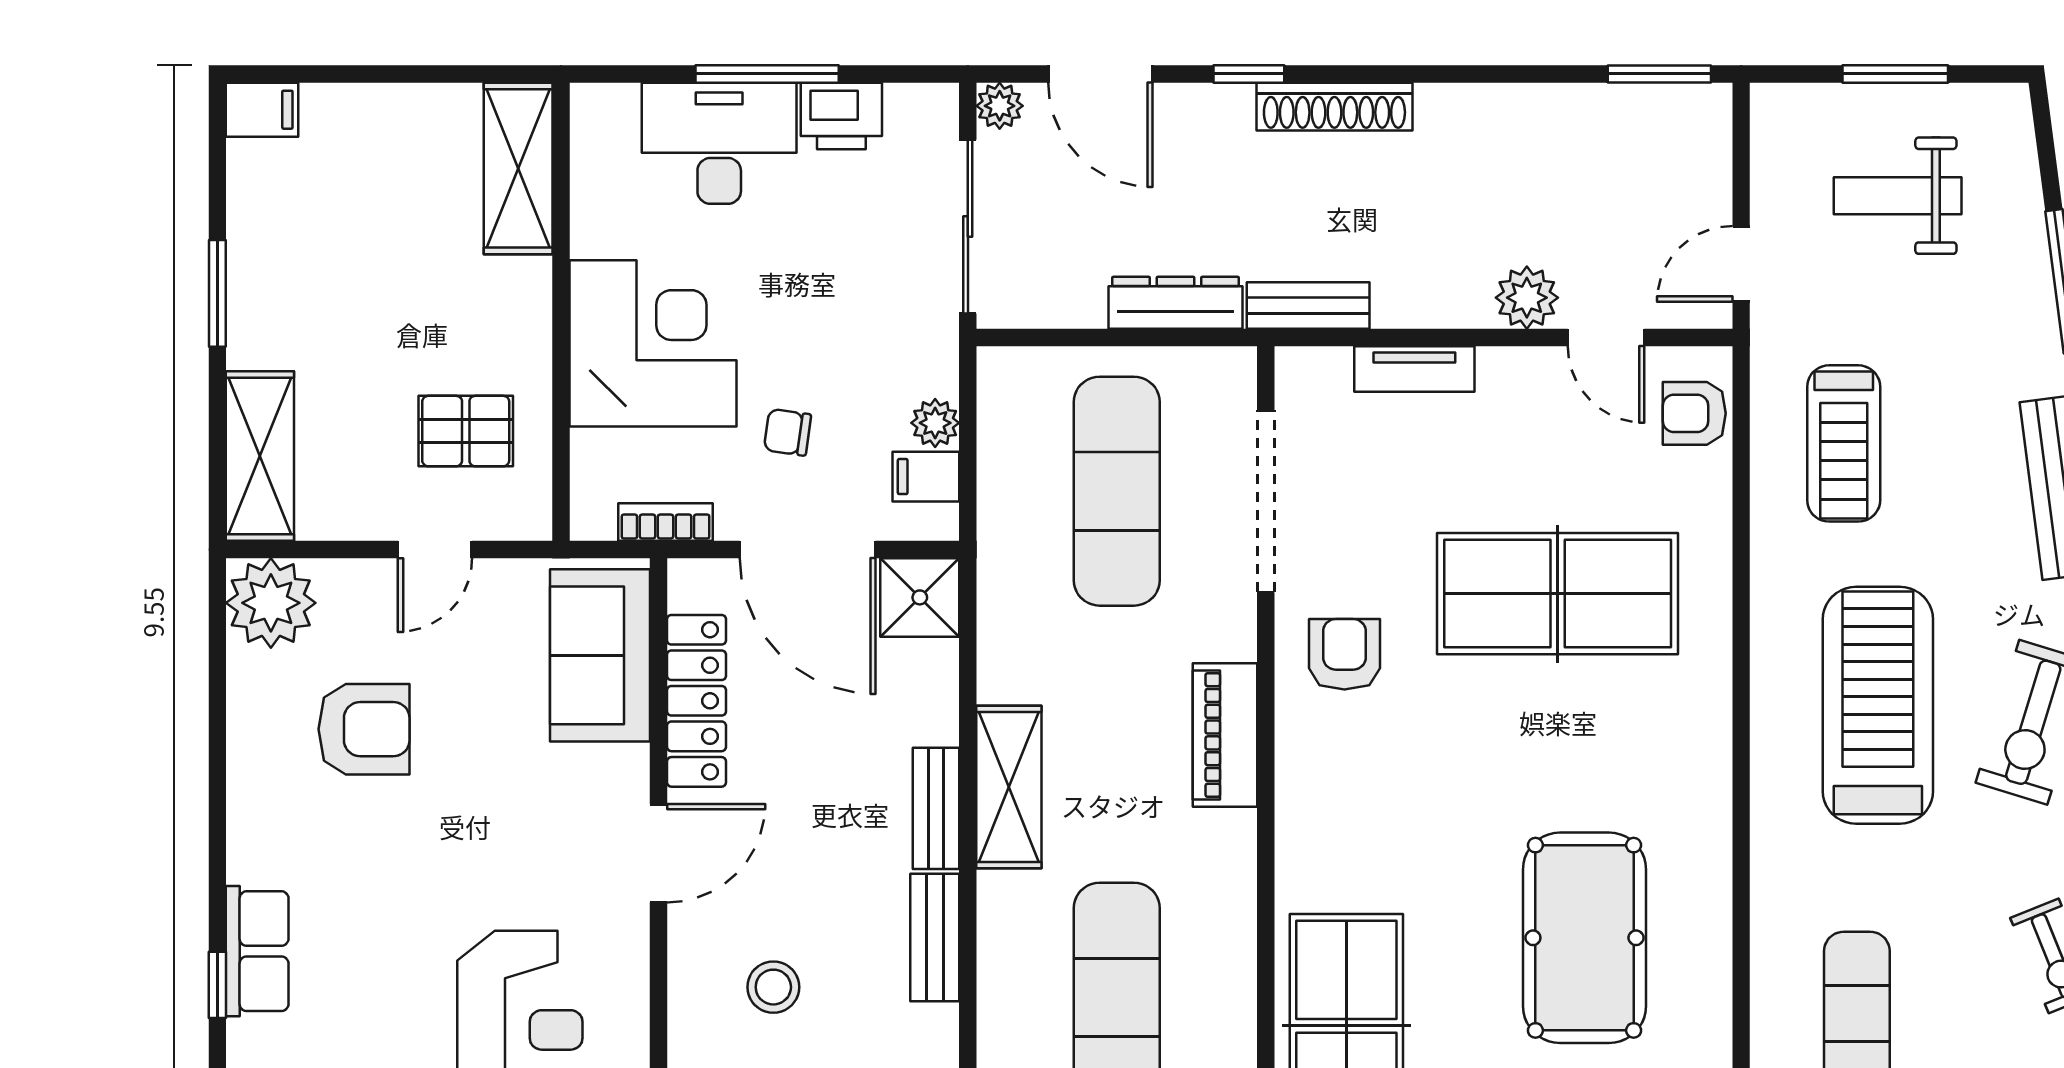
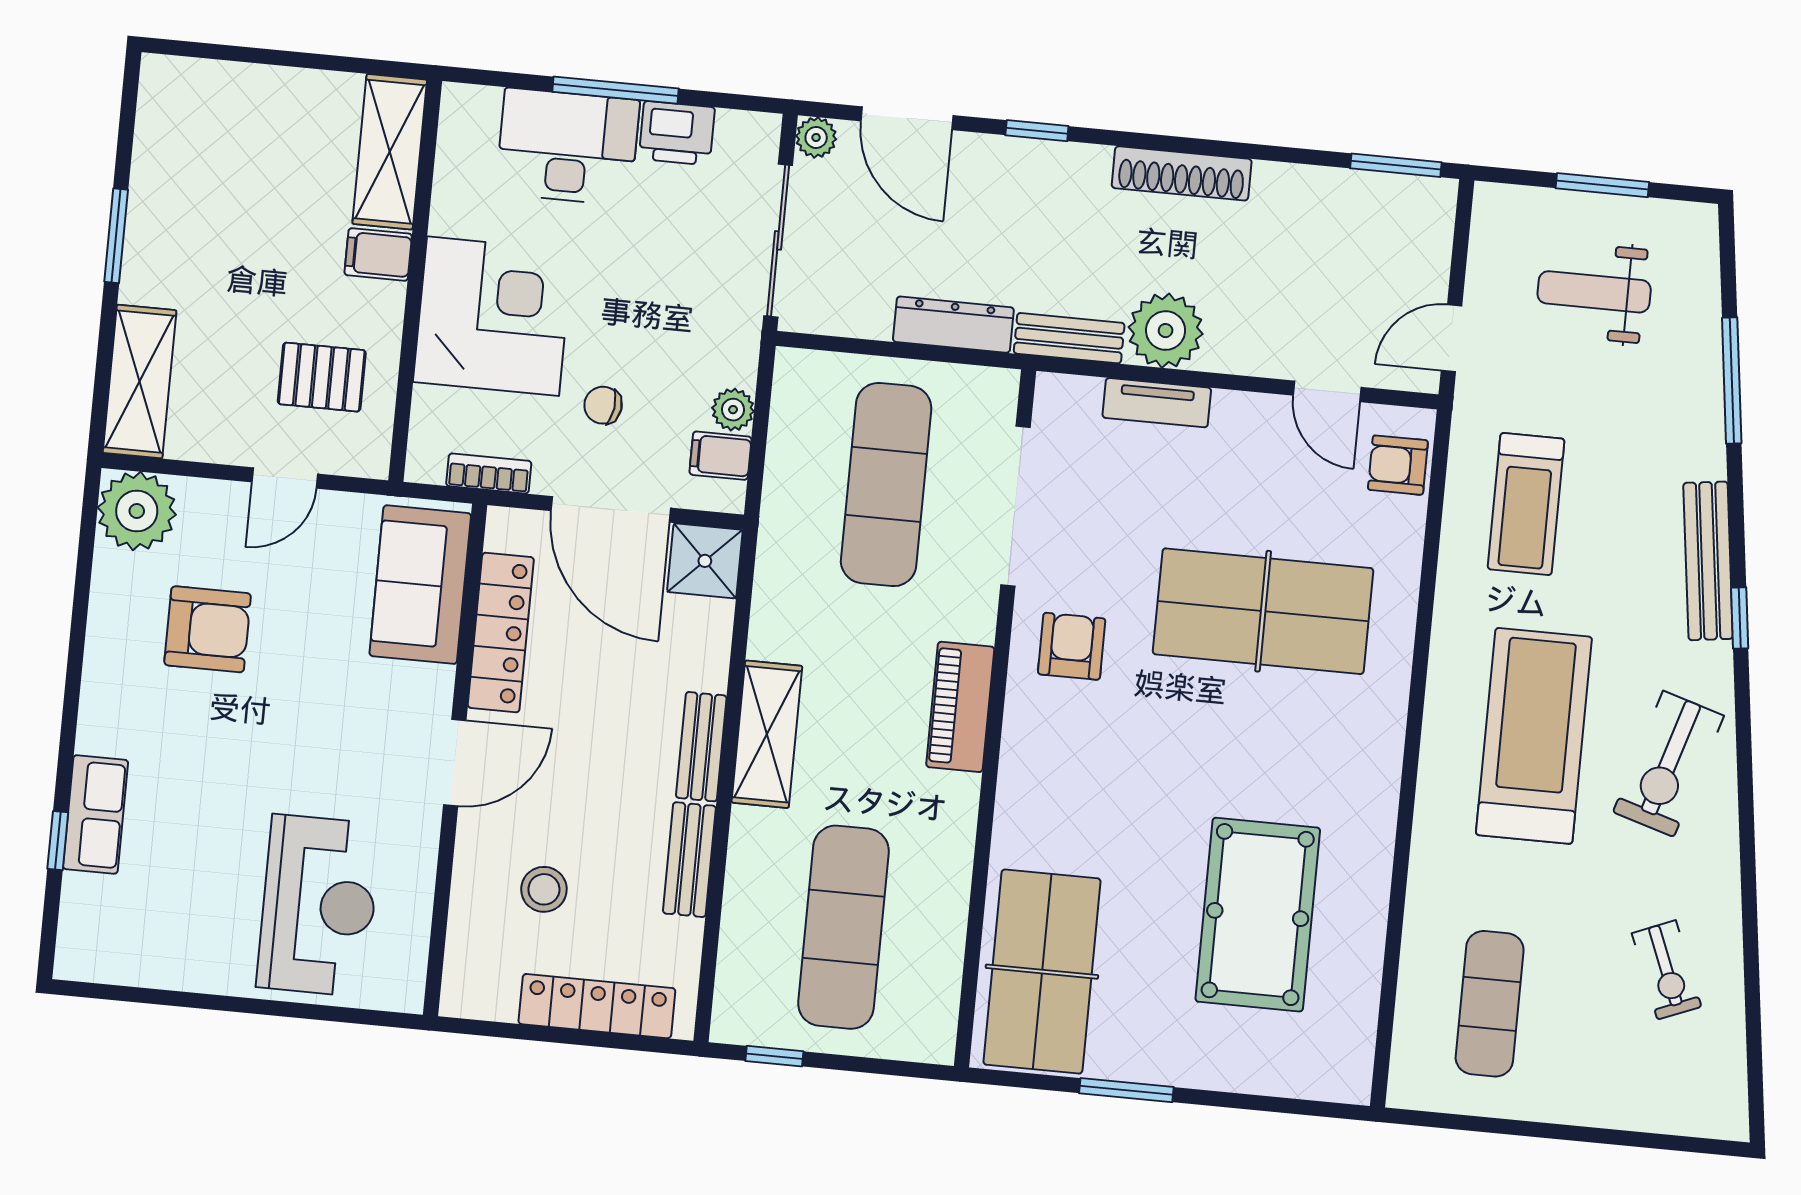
shoe rack: (1334, 107) -> (1182, 173), moved
filing cabinet: (262, 110) -> (378, 254), moved, turned 180
plant: (1527, 298) -> (1166, 331), moved, width x1.36, depth x1.36

